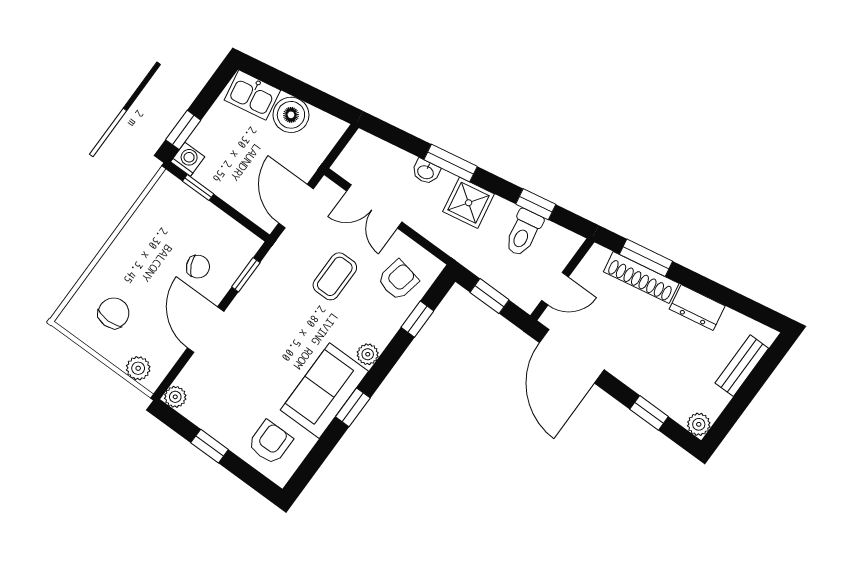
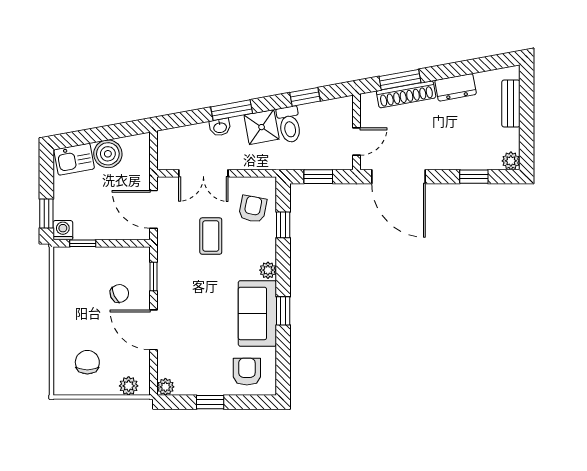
toilet: (524, 233) -> (289, 124), moved

